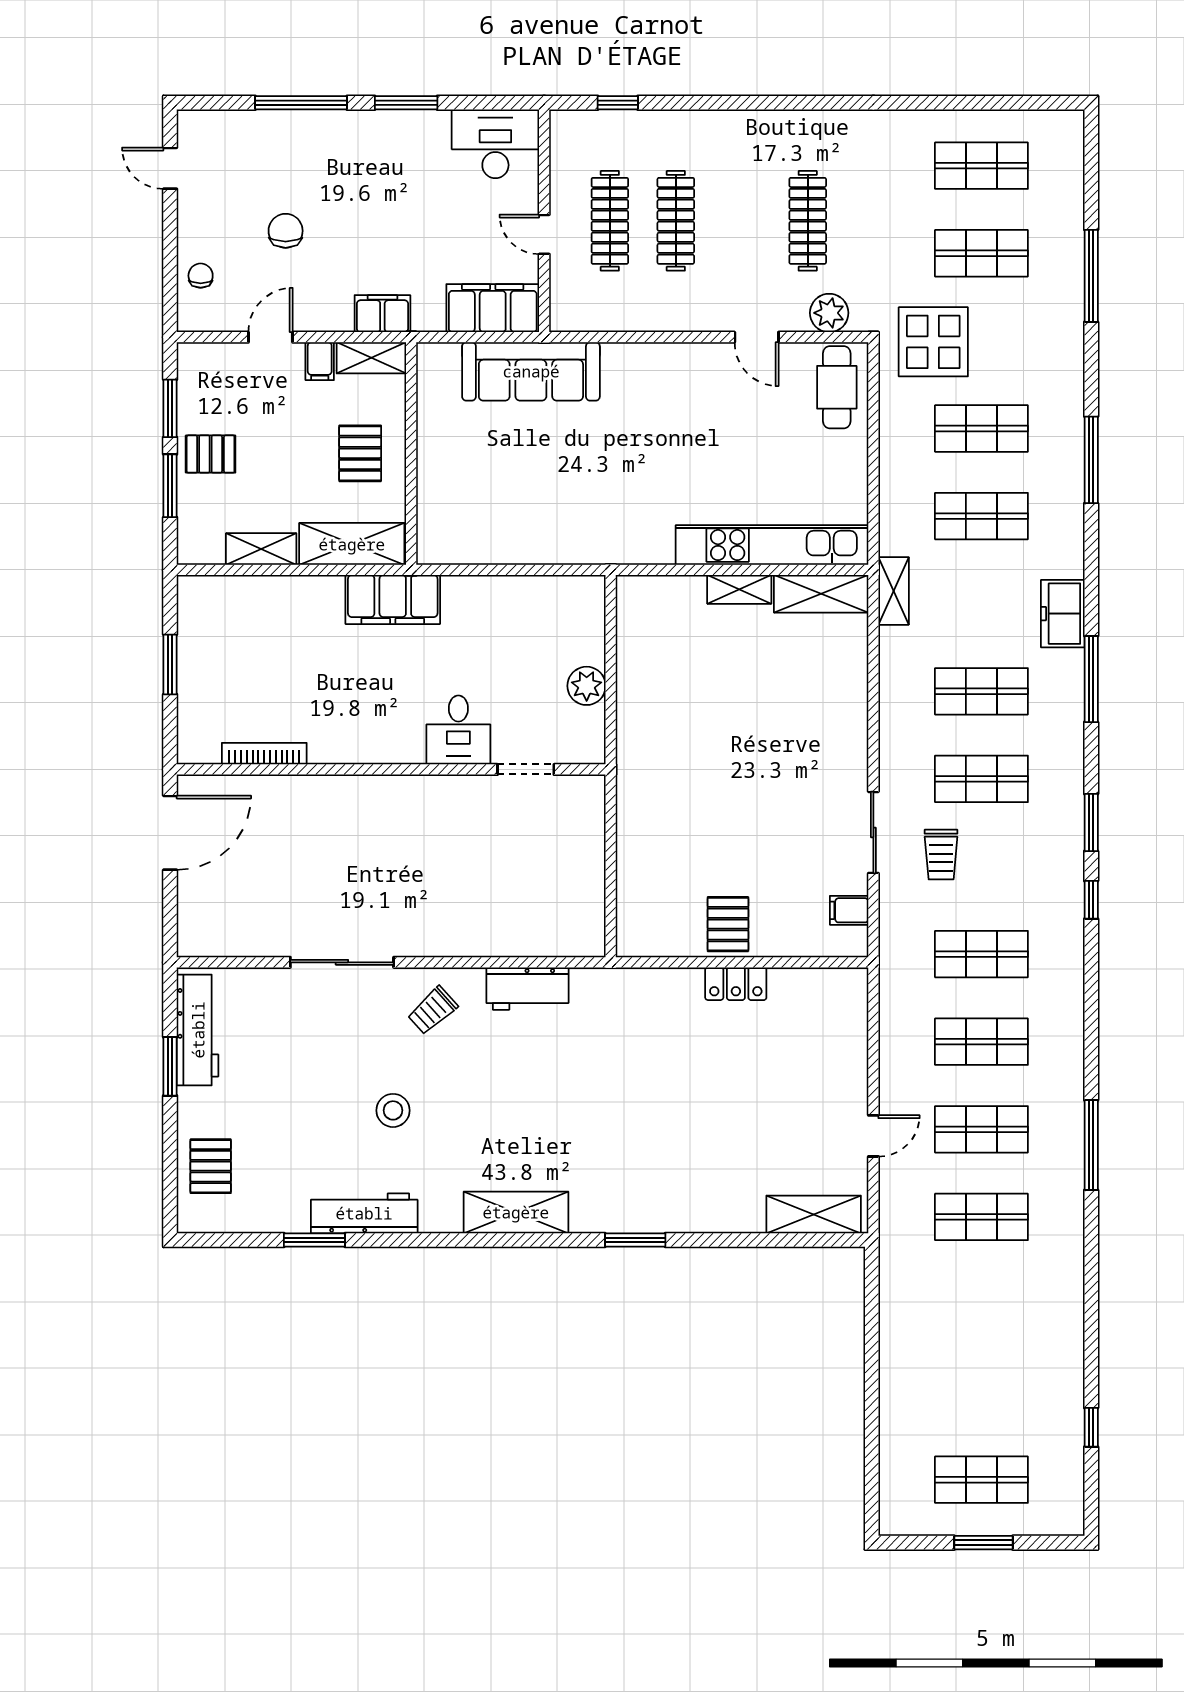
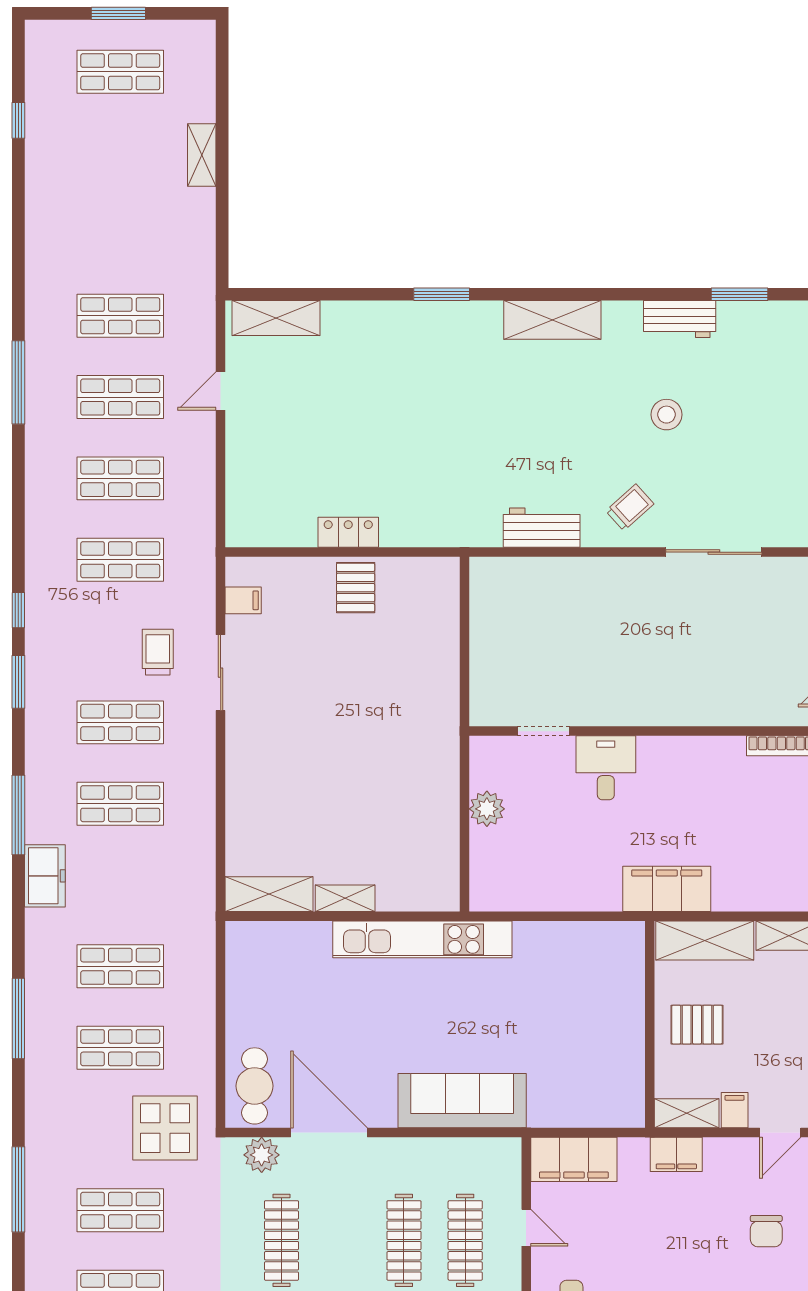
door: (757, 337) -> (329, 1132), width x1.88
sofa: (531, 371) -> (462, 1101), moved
pallet: (360, 453) -> (697, 1025), turned 90
kitchen unit: (772, 545) -> (422, 939), moved
shelving: (894, 591) -> (202, 155), moved
workbench: (364, 1213) -> (680, 319), width x0.73

